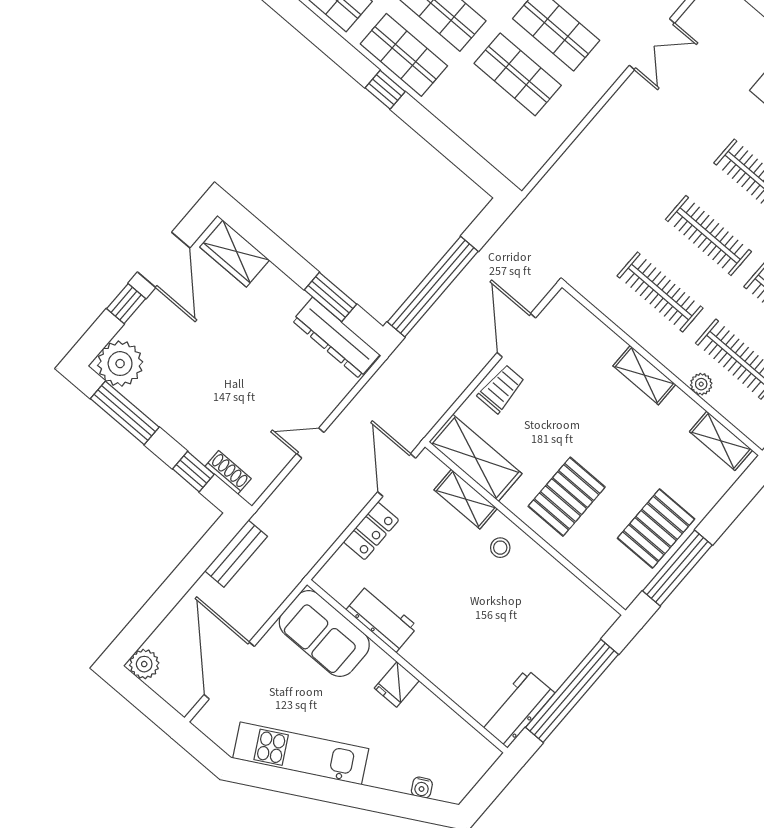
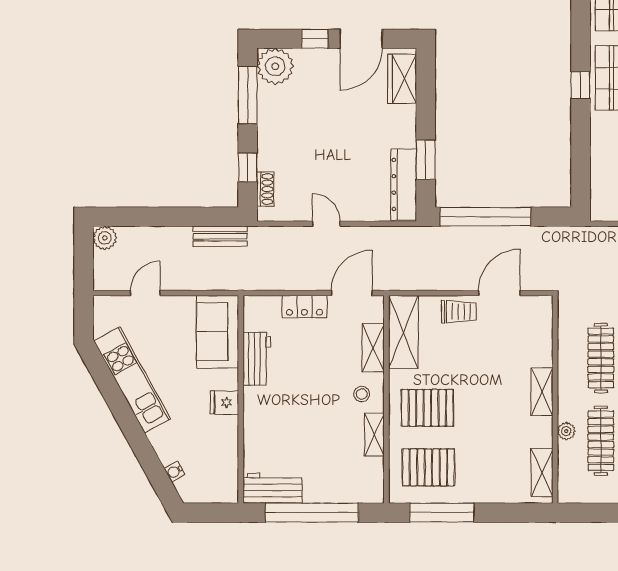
pallet: (656, 529) -> (428, 467), moved
shelving: (549, 568) -> (374, 434), added
door: (229, 670) -> (145, 293), width x0.53

